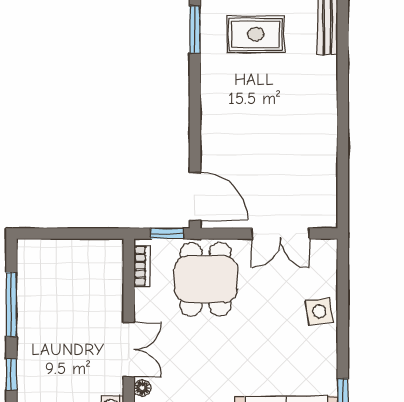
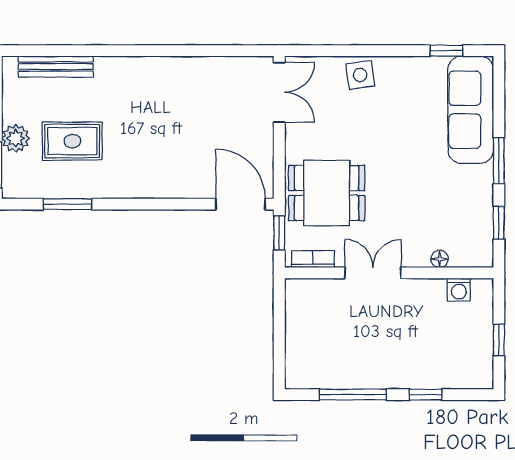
rug: (256, 34) -> (72, 141), turned 90
door: (195, 196) -> (241, 204), hinge flipped
double door: (281, 234) -> (279, 92), moved
double door: (129, 350) -> (373, 273), moved

